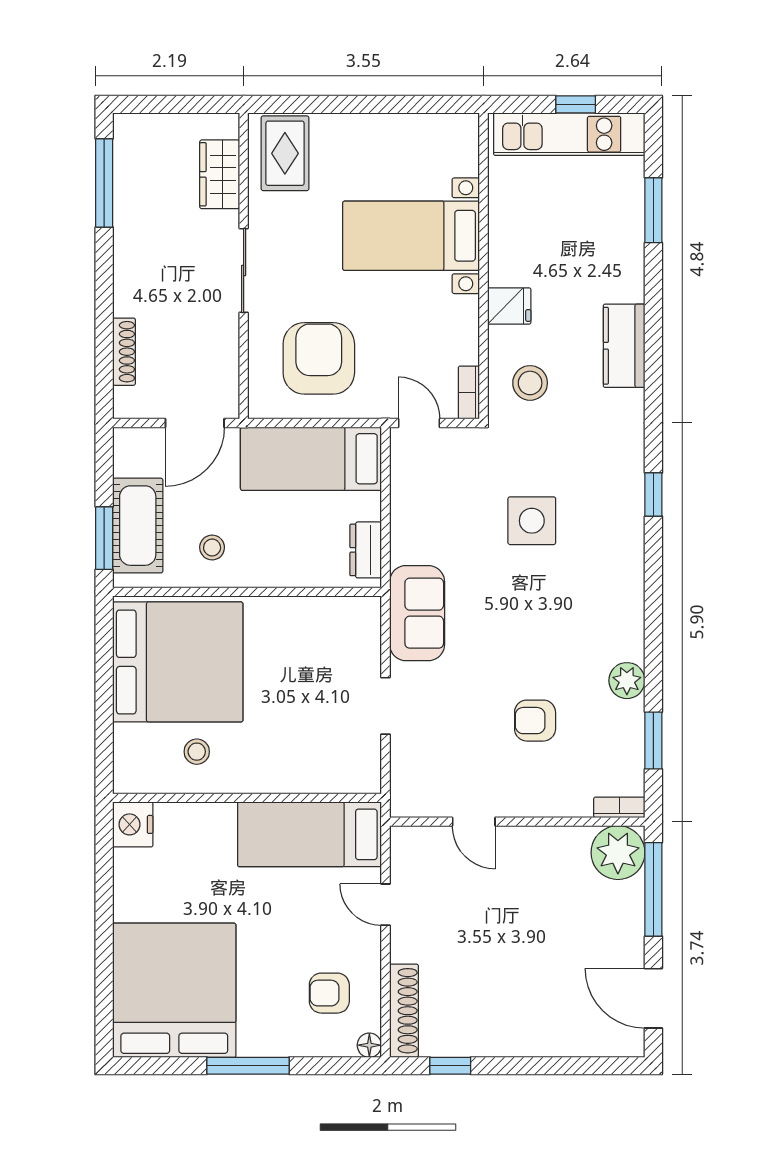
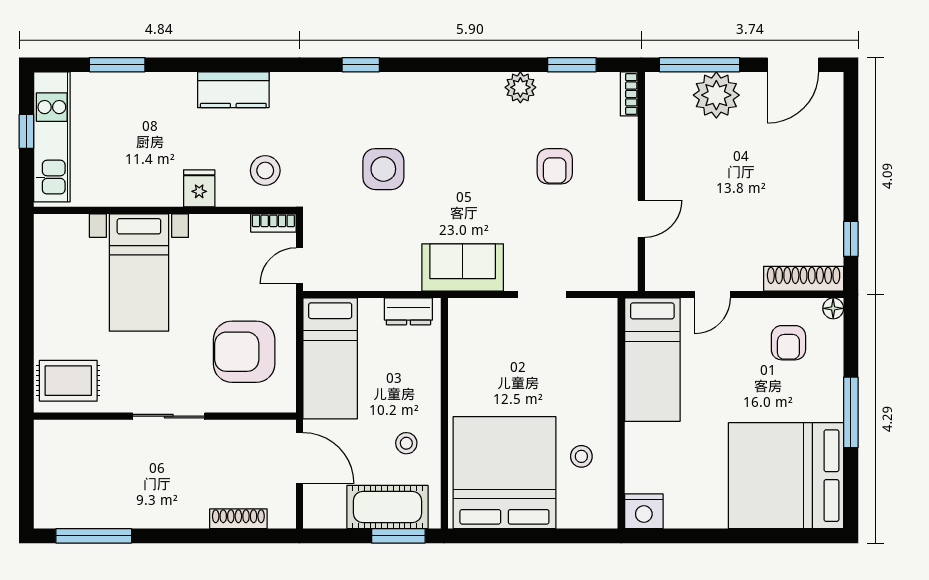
wardrobe: (220, 174) -> (86, 437), removed
plant: (618, 853) -> (716, 95), moved

